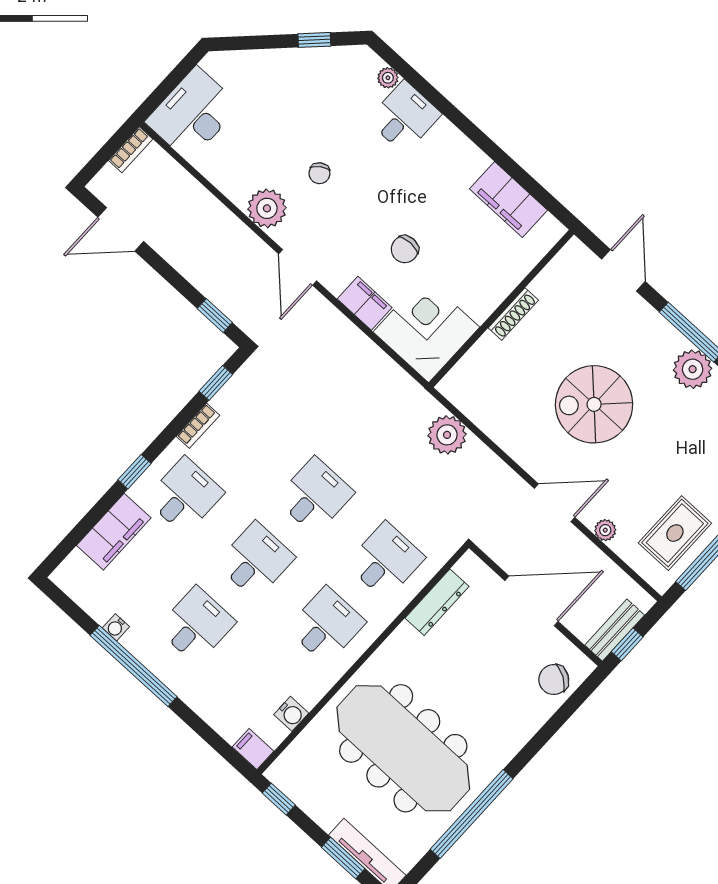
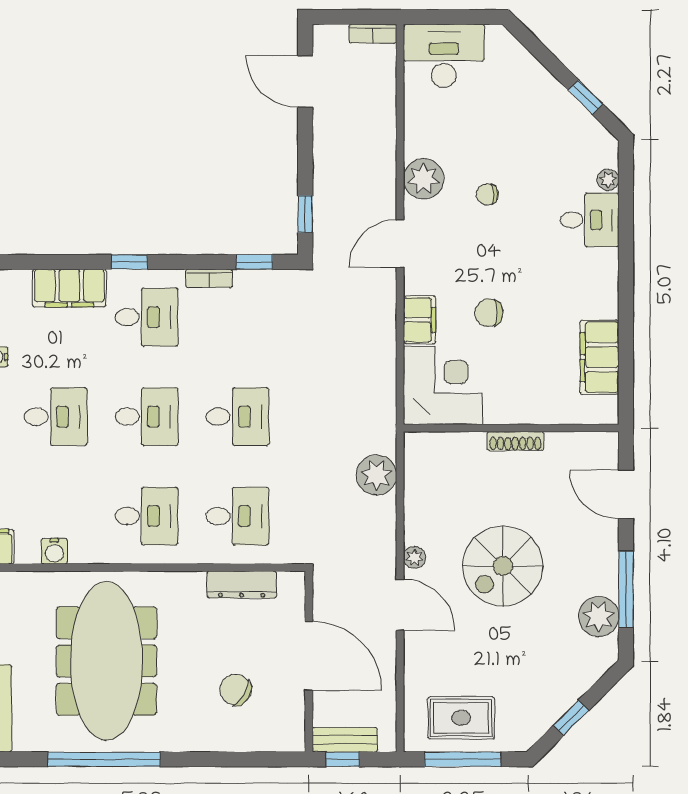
chair: (319, 173) -> (487, 194), turned 35
door: (623, 270) -> (626, 495), swing flipped
spiral stairs: (594, 404) -> (503, 566), turned -90
plant: (605, 530) -> (415, 557), moved
chair: (554, 680) -> (235, 690), moved

